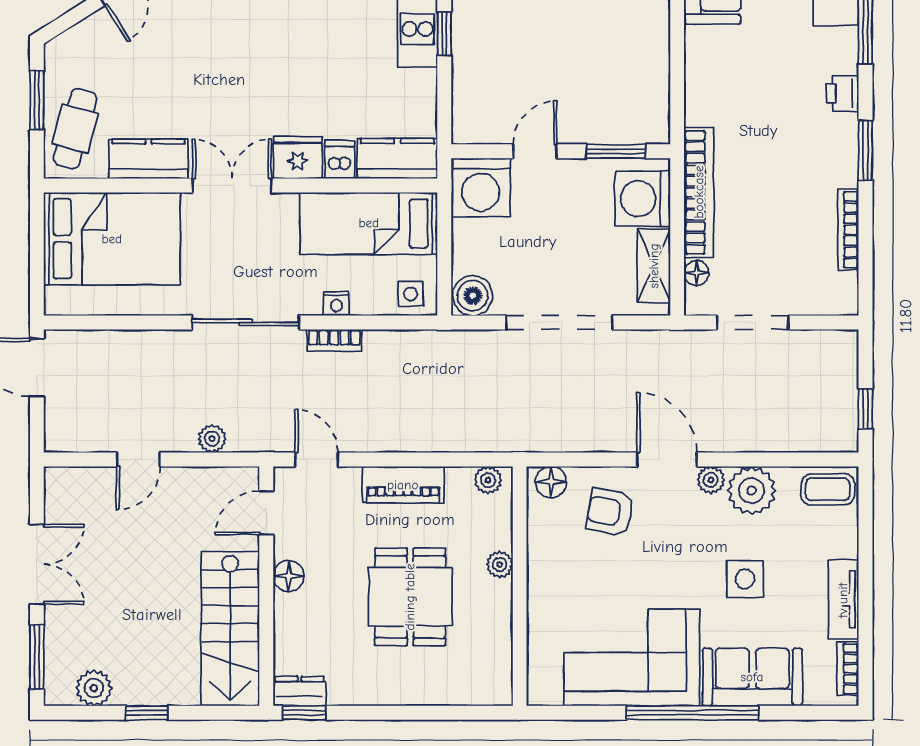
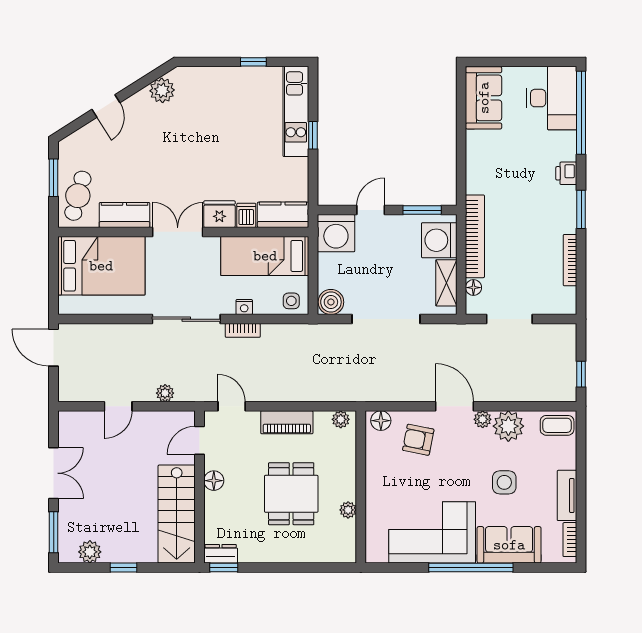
plant: (500, 564) -> (348, 510), moved

